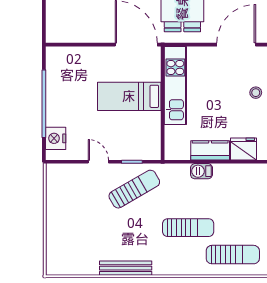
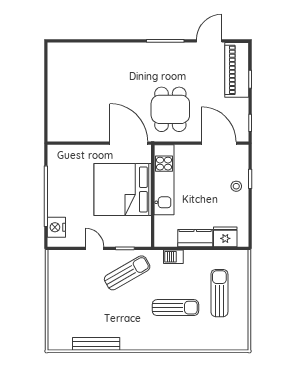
door: (236, 45) -> (219, 143), hinge flipped
bed: (129, 96) -> (123, 189), width x2.04
barbecue: (201, 171) -> (173, 257), moved
sun lounger: (233, 255) -> (219, 293), moved, turned -90
bench: (126, 268) -> (96, 344), moved

